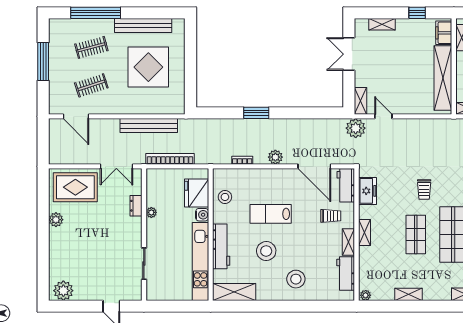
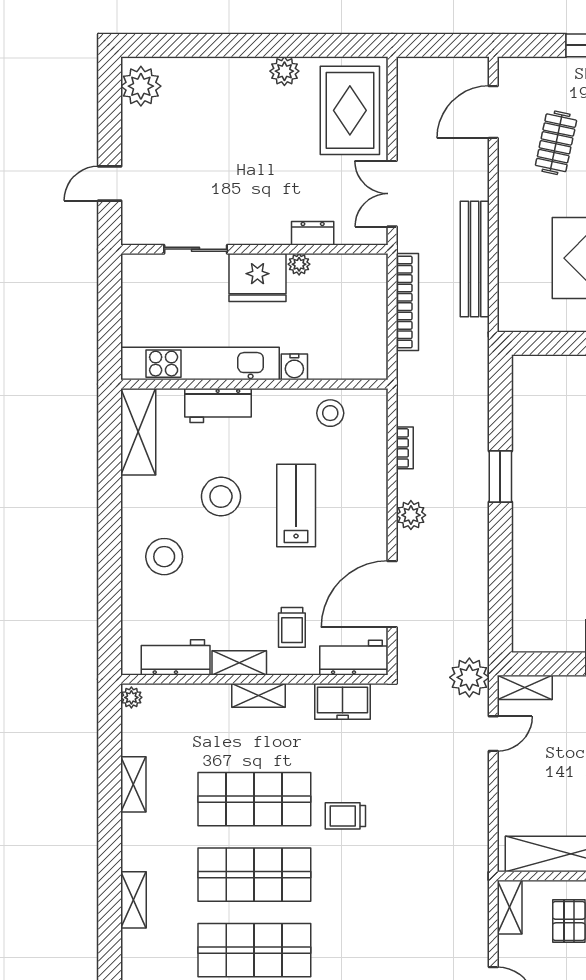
clothes rail: (91, 85) -> (556, 143), turned 30
fridge: (197, 193) -> (257, 278), moved, turned 180
shop shelf: (416, 235) -> (254, 799), width x1.43, depth x1.36
workbench: (221, 246) -> (218, 405), width x0.73

